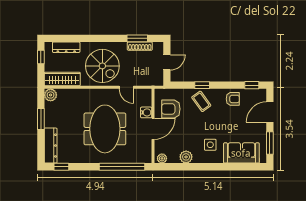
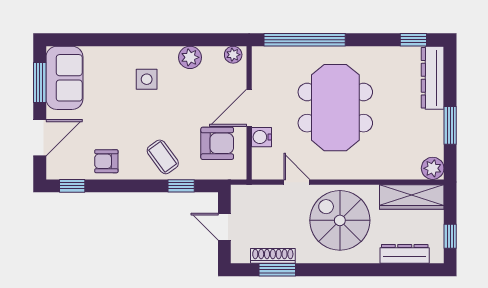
door: (167, 62) -> (224, 227), hinge flipped
window: (202, 85) -> (181, 186), moved
sofa: (241, 153) -> (64, 78), moved, turned -90

